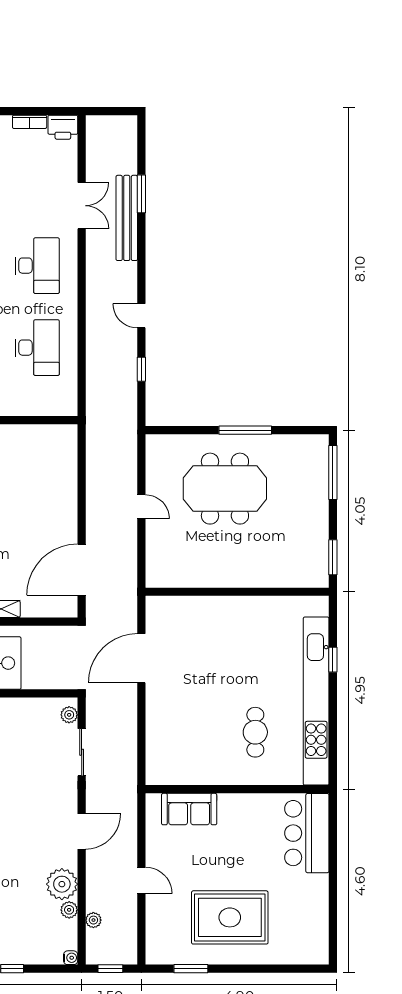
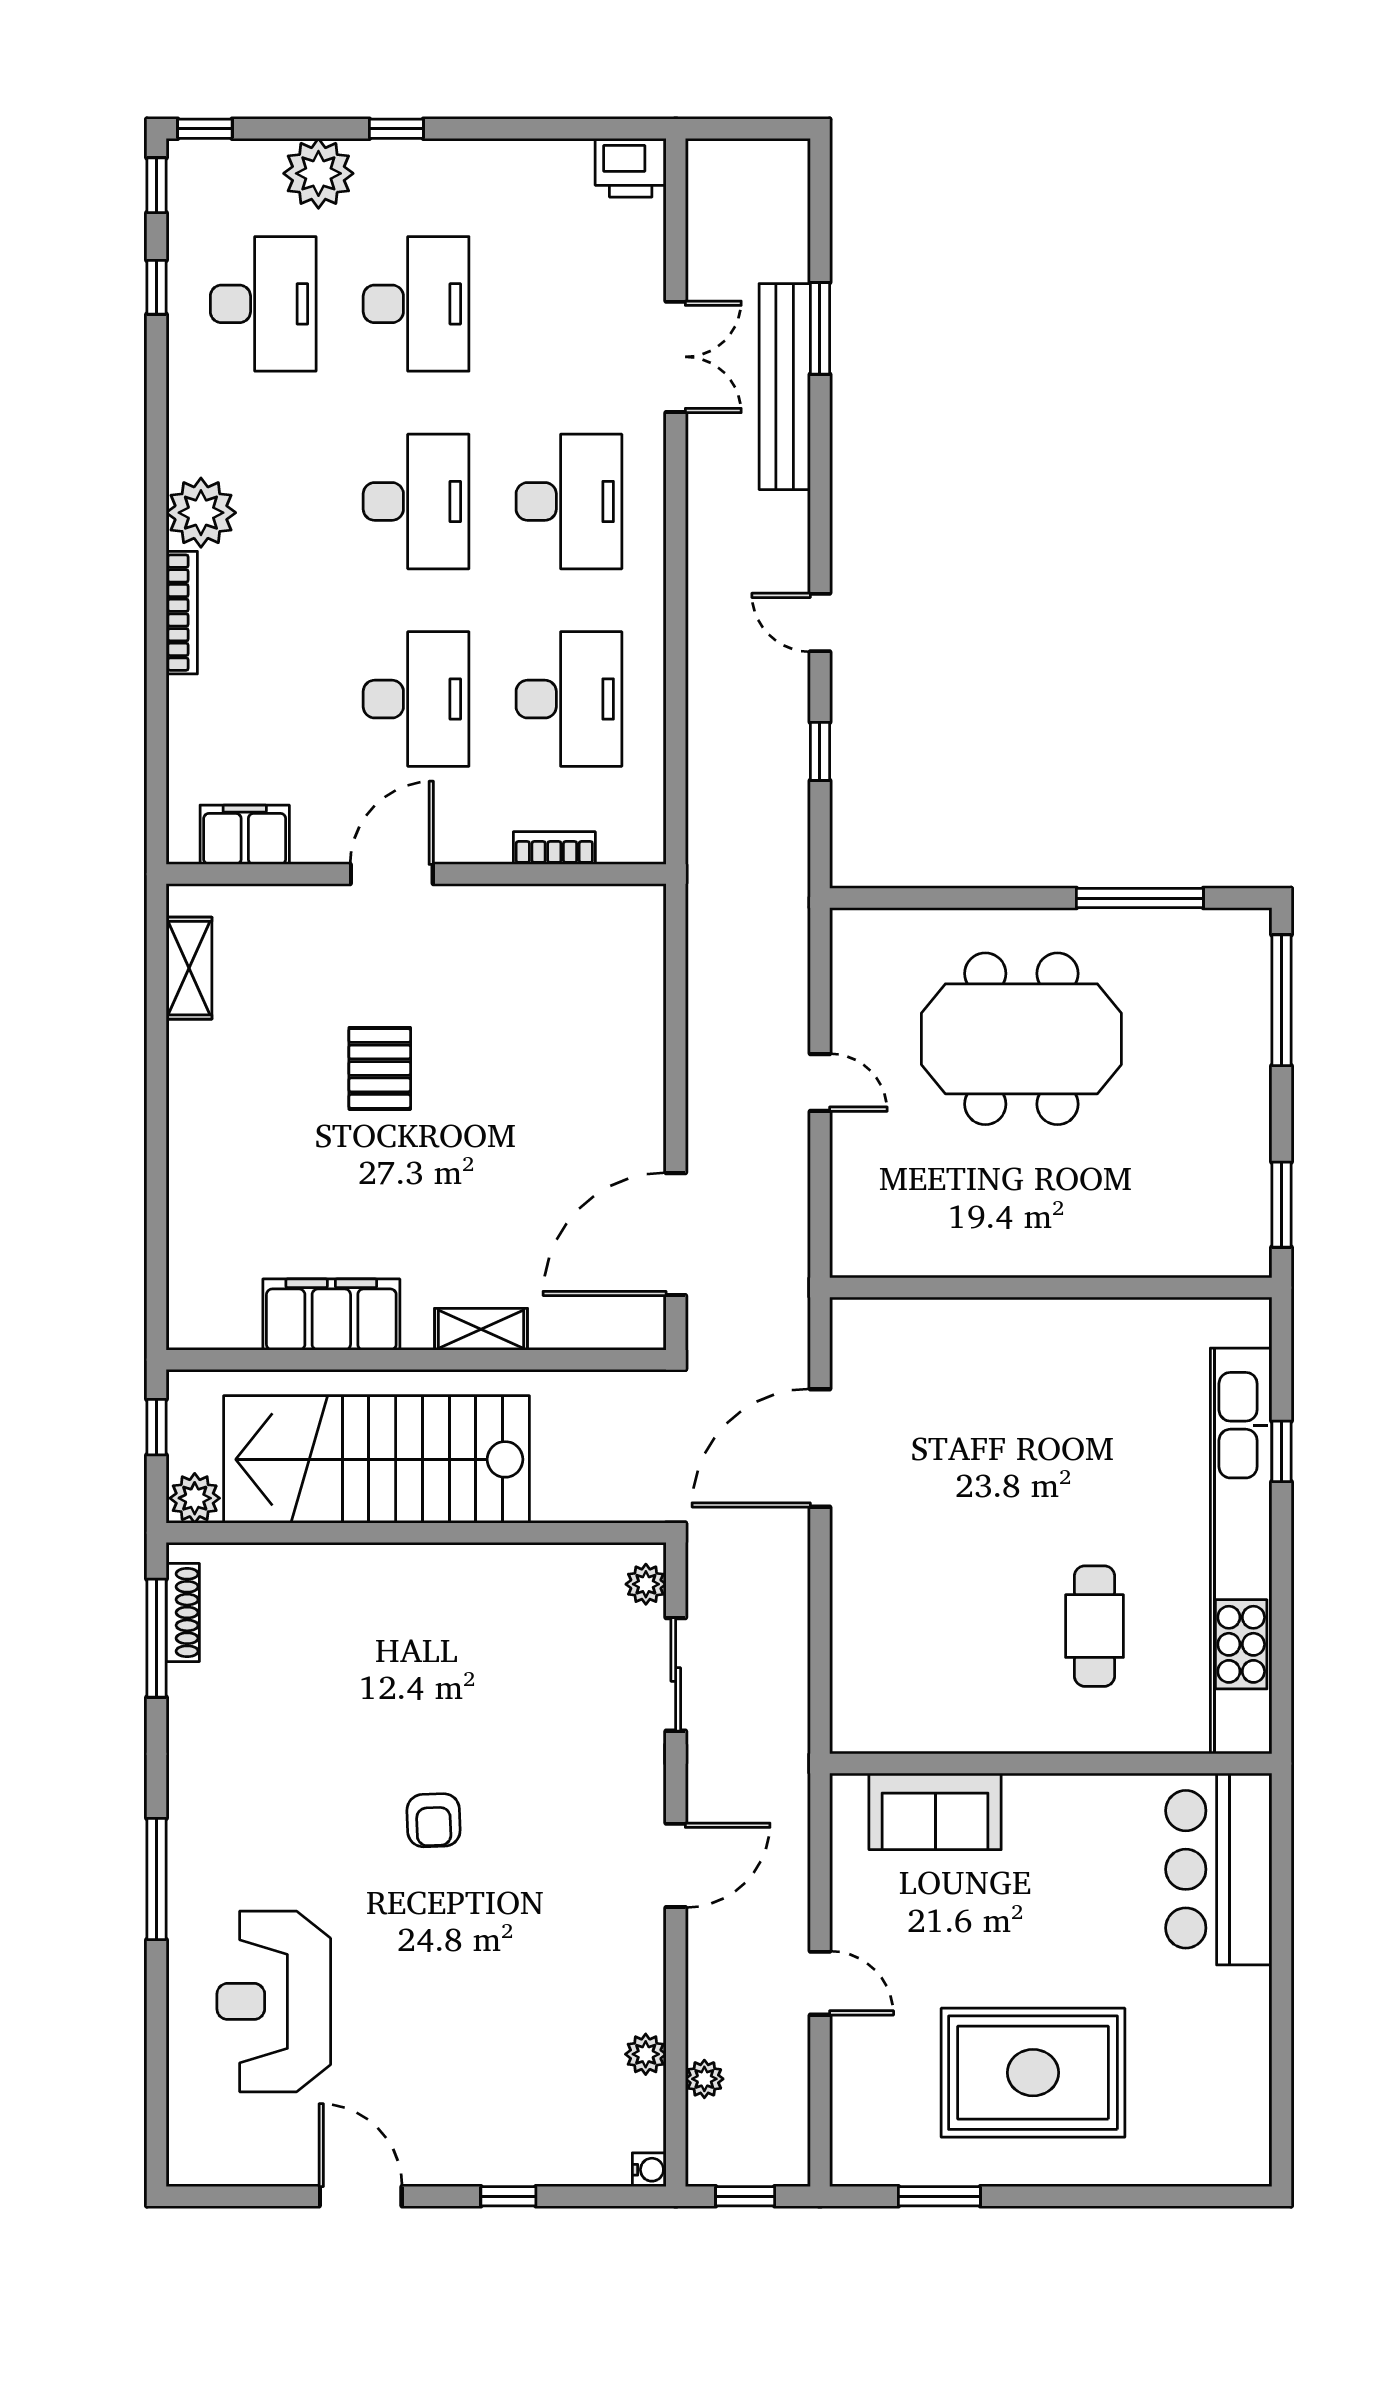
bookcase: (30, 122) -> (554, 848), moved, turned 180
window: (245, 430) -> (1140, 898), moved
plant: (62, 884) -> (628, 1992), removed

